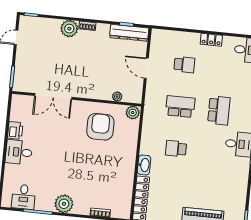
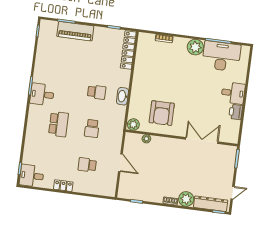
dresser: (129, 33) -> (211, 204), moved
school desk: (180, 107) -> (92, 128), width x0.54
school desk: (219, 110) -> (59, 124), turned 180
washbasin: (144, 165) -> (123, 96), moved
desk: (24, 197) -> (221, 56), width x1.87, depth x1.30

